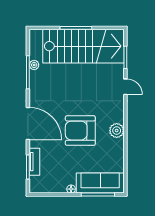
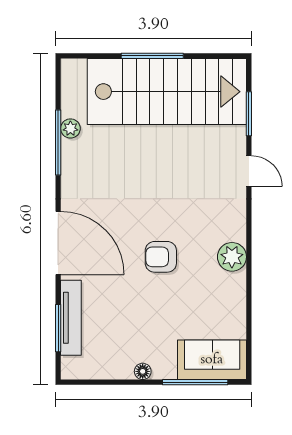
armchair: (80, 131) -> (161, 257), width x0.53, depth x0.53
tv unit: (34, 162) -> (71, 318), width x1.41
sofa: (100, 183) -> (212, 360), width x0.73

